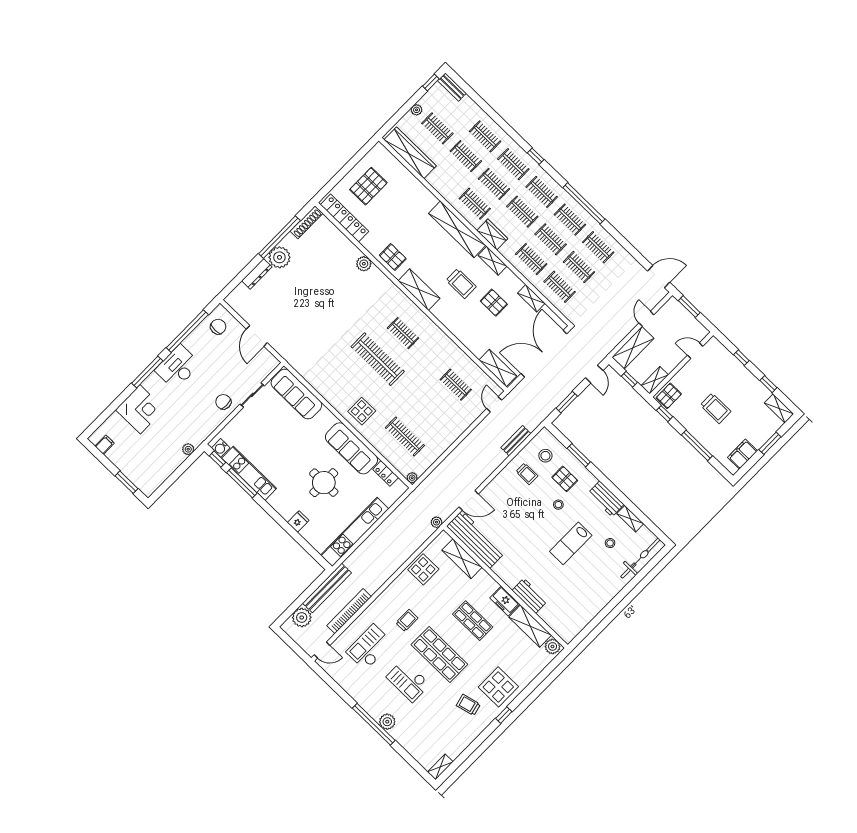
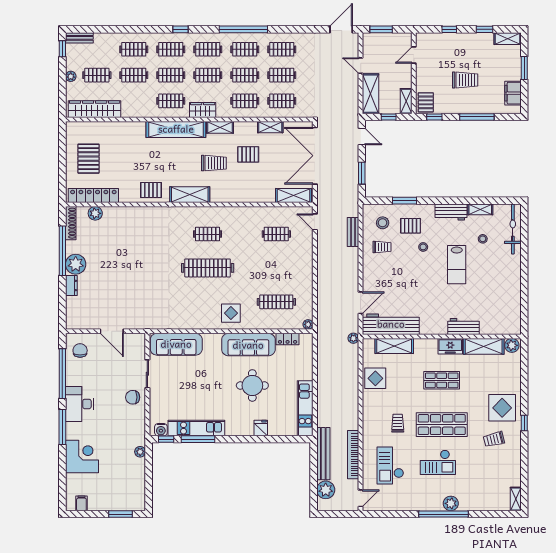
plant: (364, 264) -> (95, 213), moved
dresser: (257, 274) -> (71, 285), width x0.70
kitchen unit: (355, 532) -> (305, 408), width x0.73

